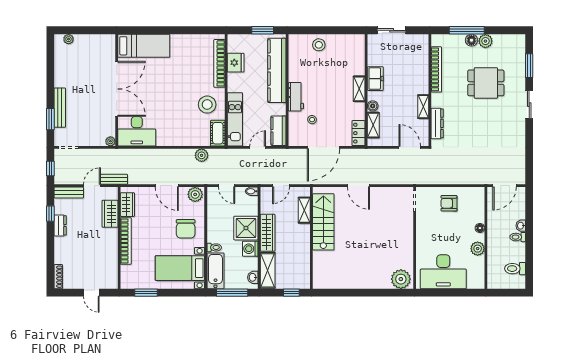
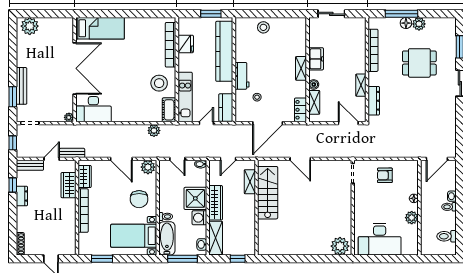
plant: (69, 39) -> (30, 26), width x1.87, depth x1.87

